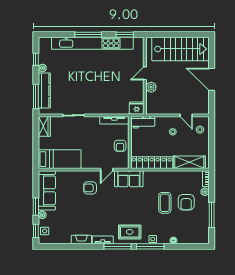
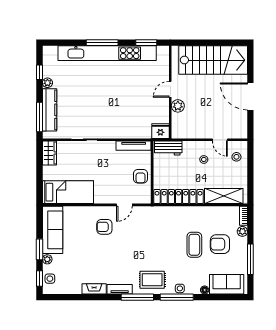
sofa: (129, 179) -> (227, 284), moved, turned 180
armchair: (186, 202) -> (220, 244), turned 90

